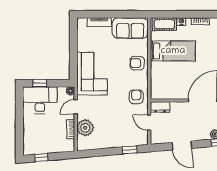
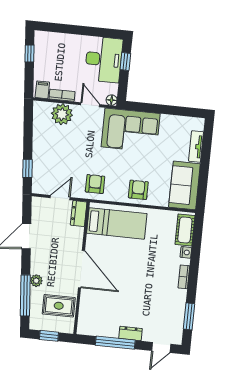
bed: (173, 51) -> (117, 223), moved, turned -90
armchair: (136, 97) -> (95, 184), turned -90
filing cabinet: (68, 145) -> (42, 90), added

